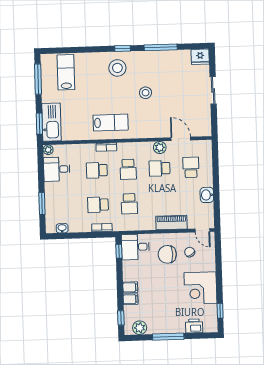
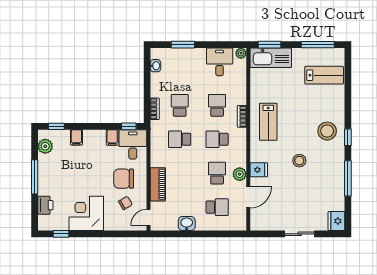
fridge: (155, 130) -> (259, 170), added
chair: (167, 254) -> (124, 179), turned -90
filing cabinet: (130, 287) -> (112, 137), moved

